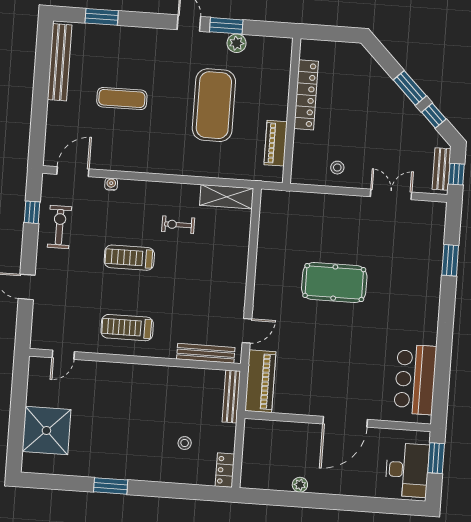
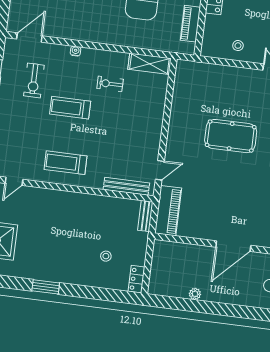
water cooler: (111, 184) -> (76, 51), moved
exercise bike: (59, 227) -> (34, 80), moved, turned 180
bench: (231, 397) -> (145, 216), width x0.73

